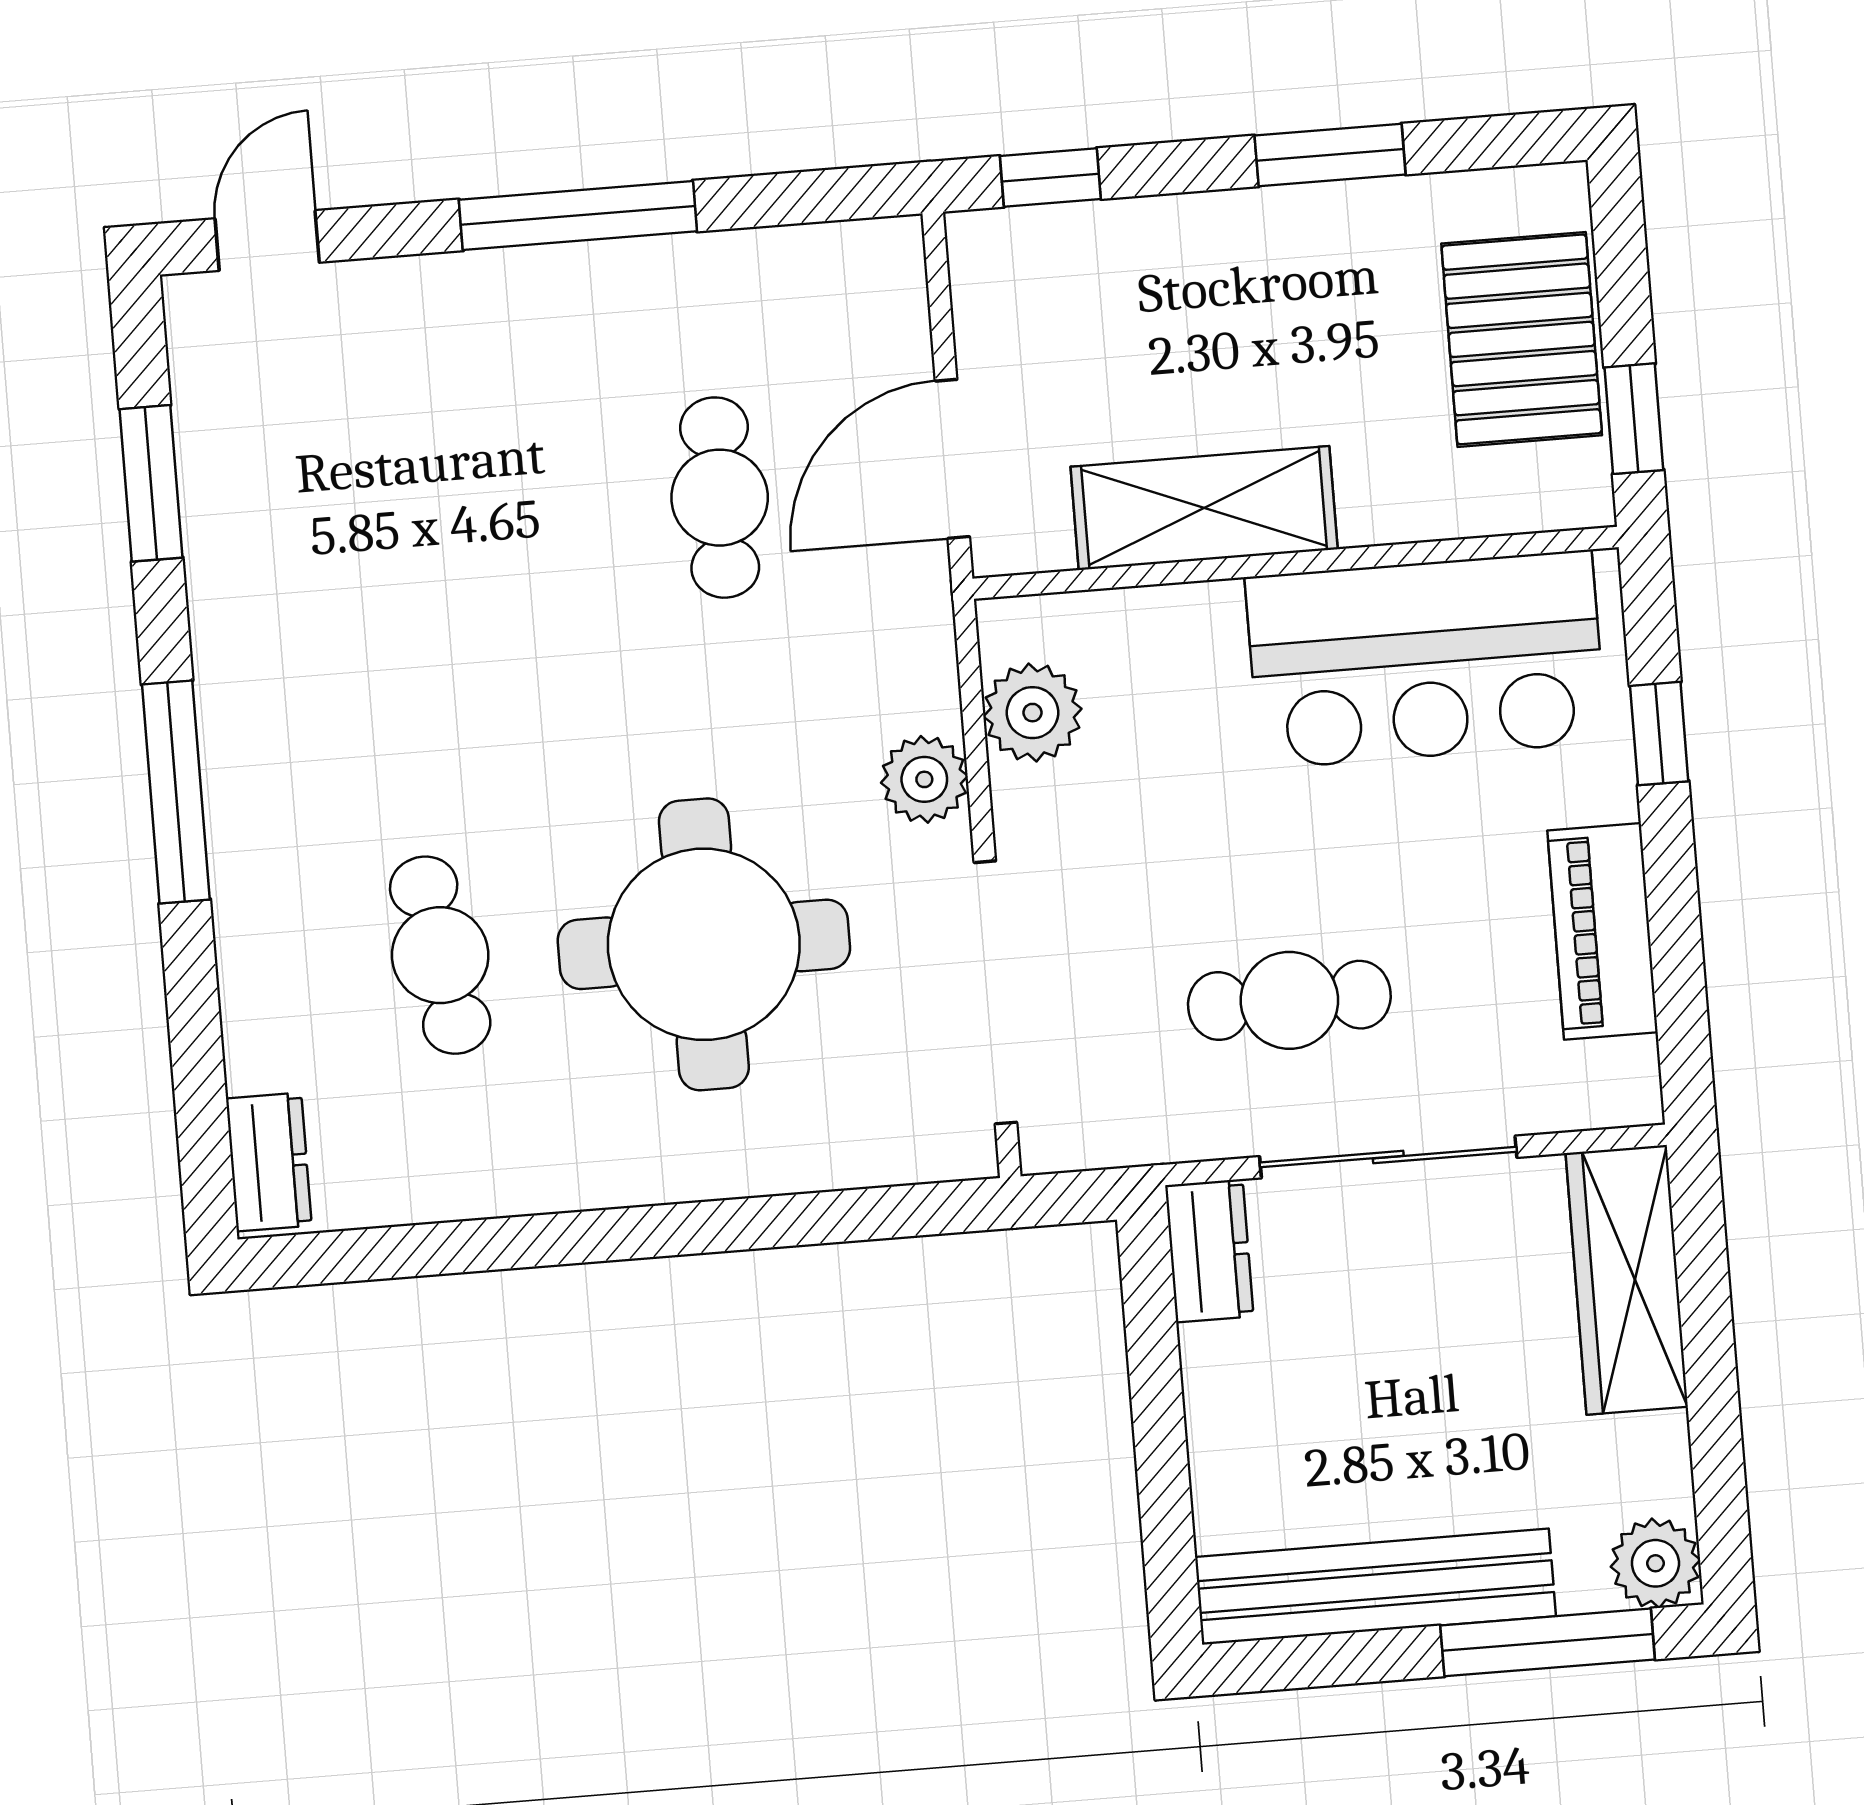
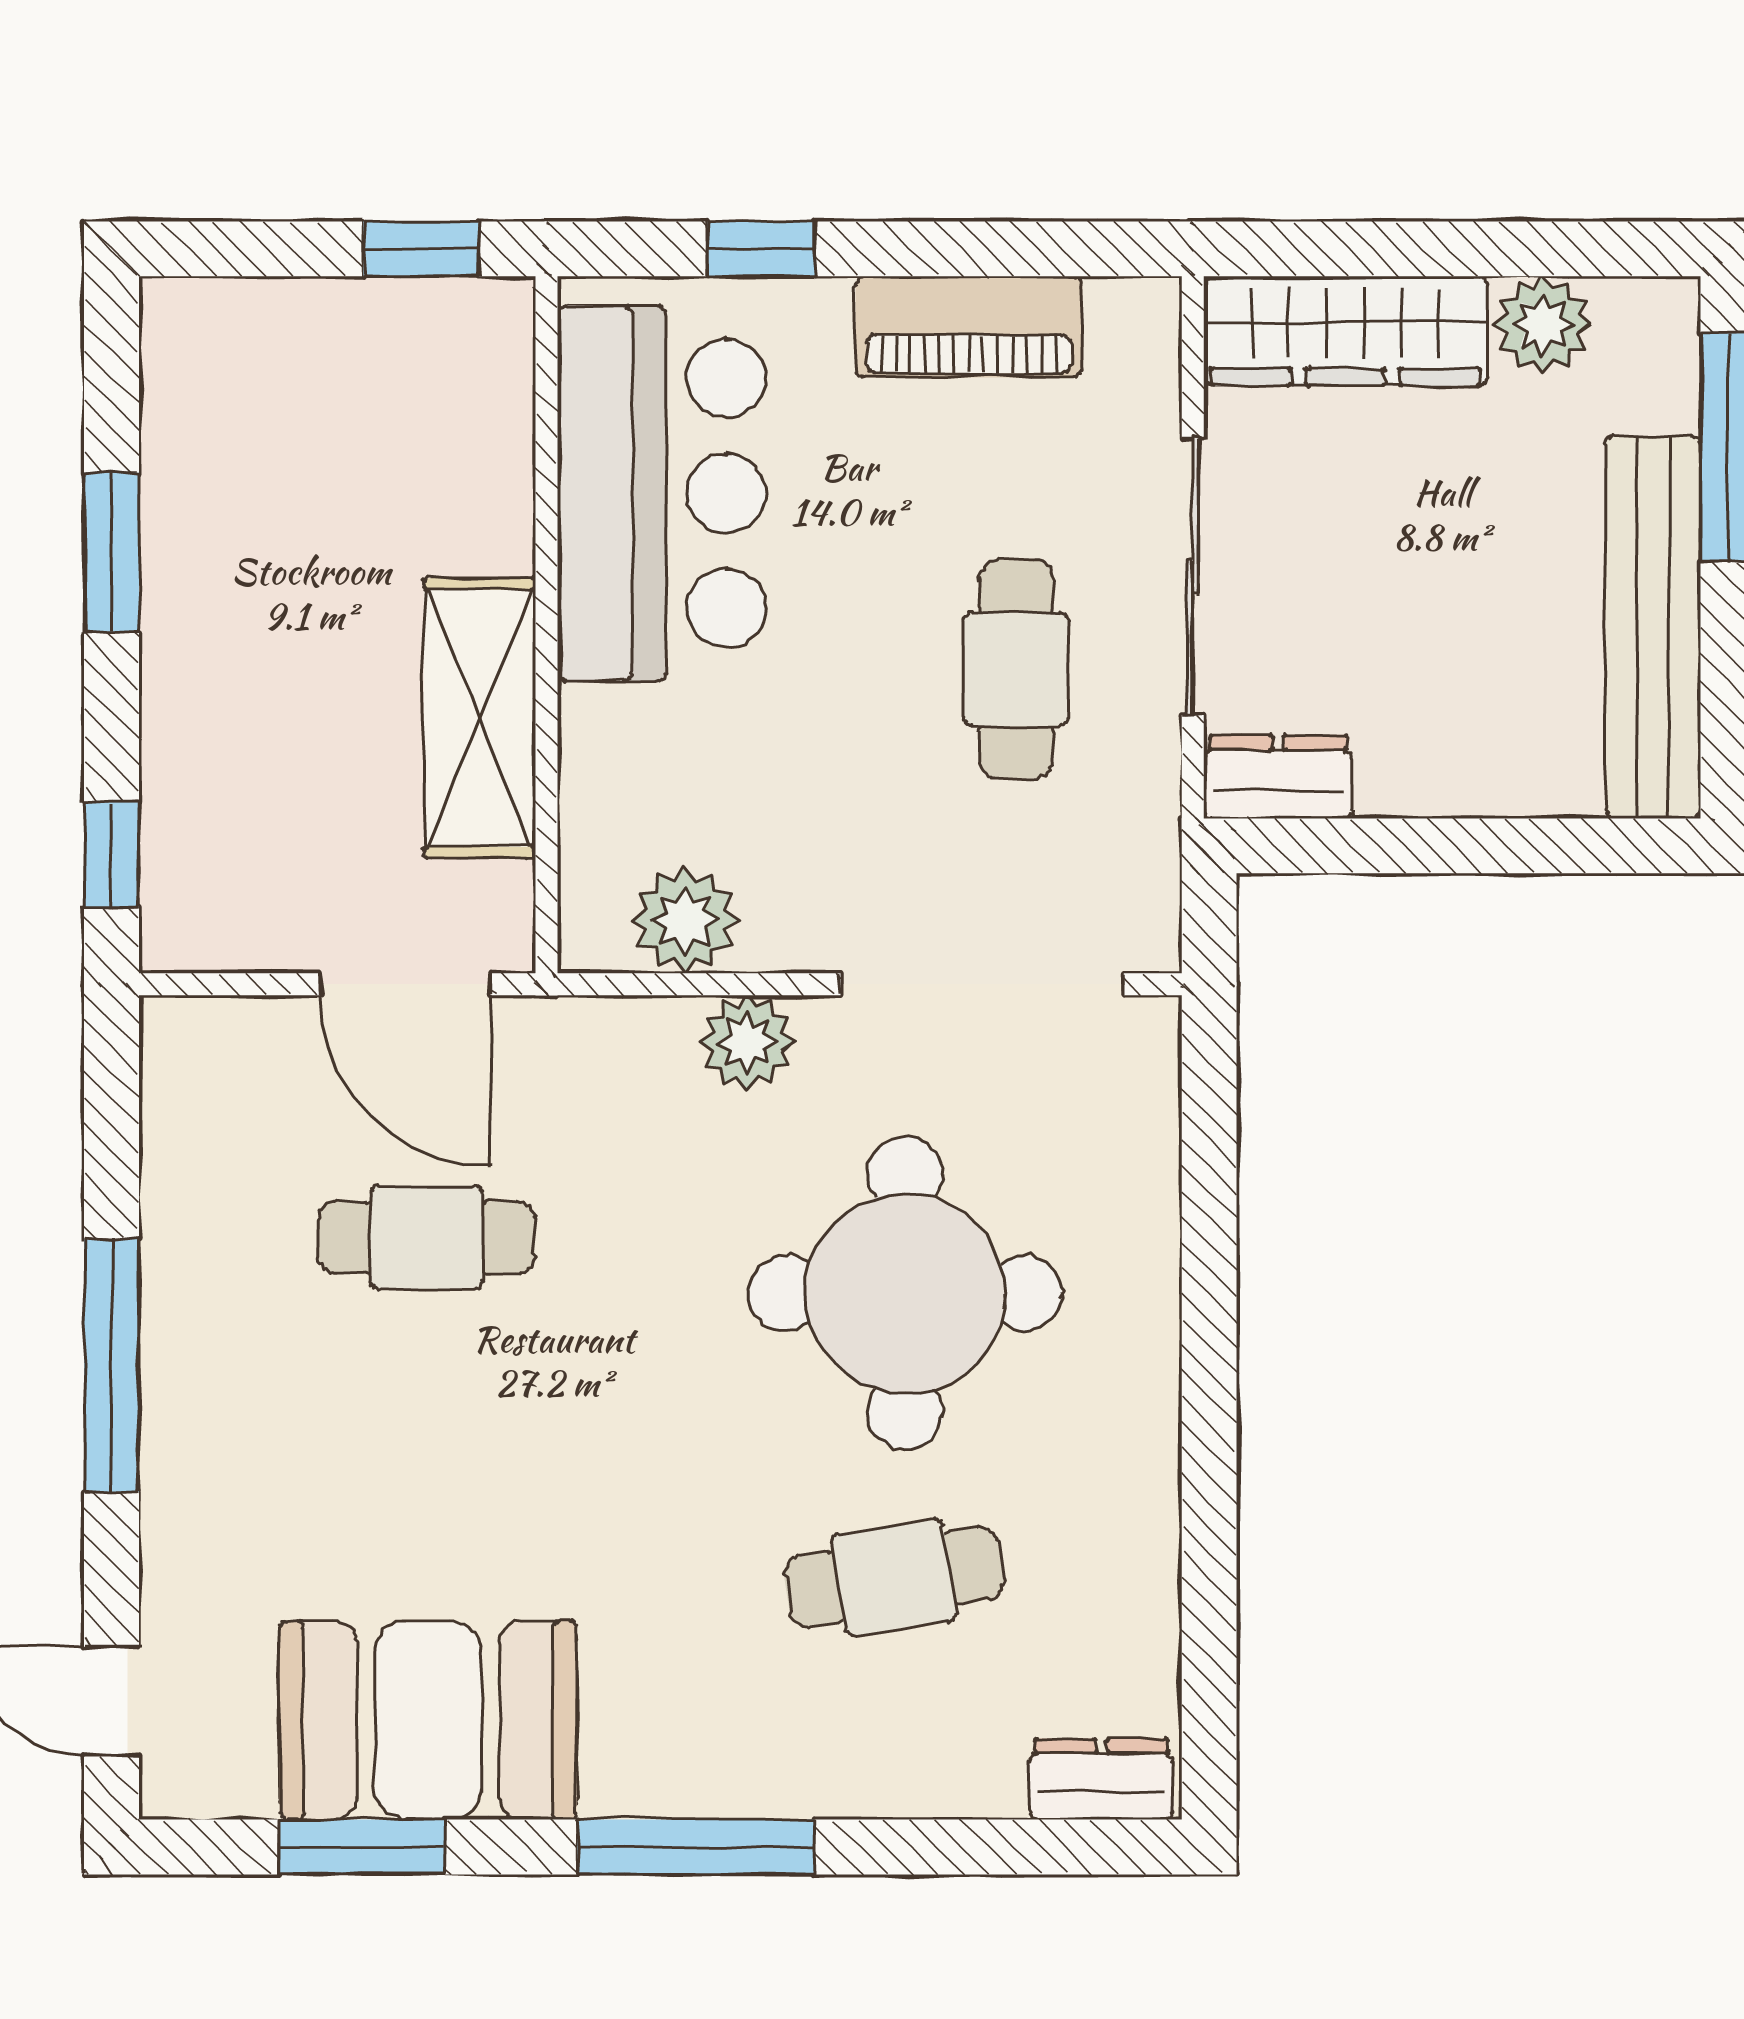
pallet: (1522, 339) -> (326, 363), removed
booth: (273, 535) -> (428, 1720), added
plant: (1655, 1563) -> (1543, 325), moved

